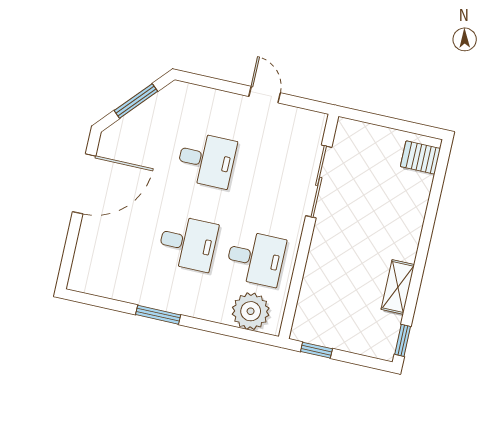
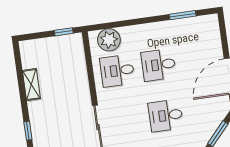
window: (158, 315) -> (183, 15), moved
window: (403, 340) -> (28, 131), moved

